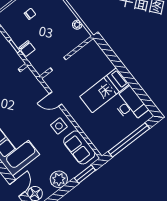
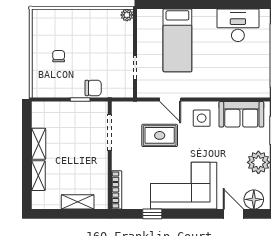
plant: (77, 25) -> (127, 15), moved
bed: (104, 90) -> (177, 40), moved
door: (55, 99) -> (170, 100), hinge flipped
rug: (30, 109) -> (160, 135), added

